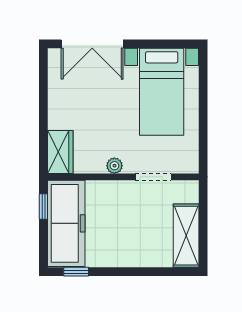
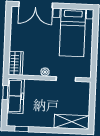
freezer: (66, 223) -> (15, 96), width x0.73, depth x0.79
shelving: (186, 236) -> (72, 122), moved, turned 90

